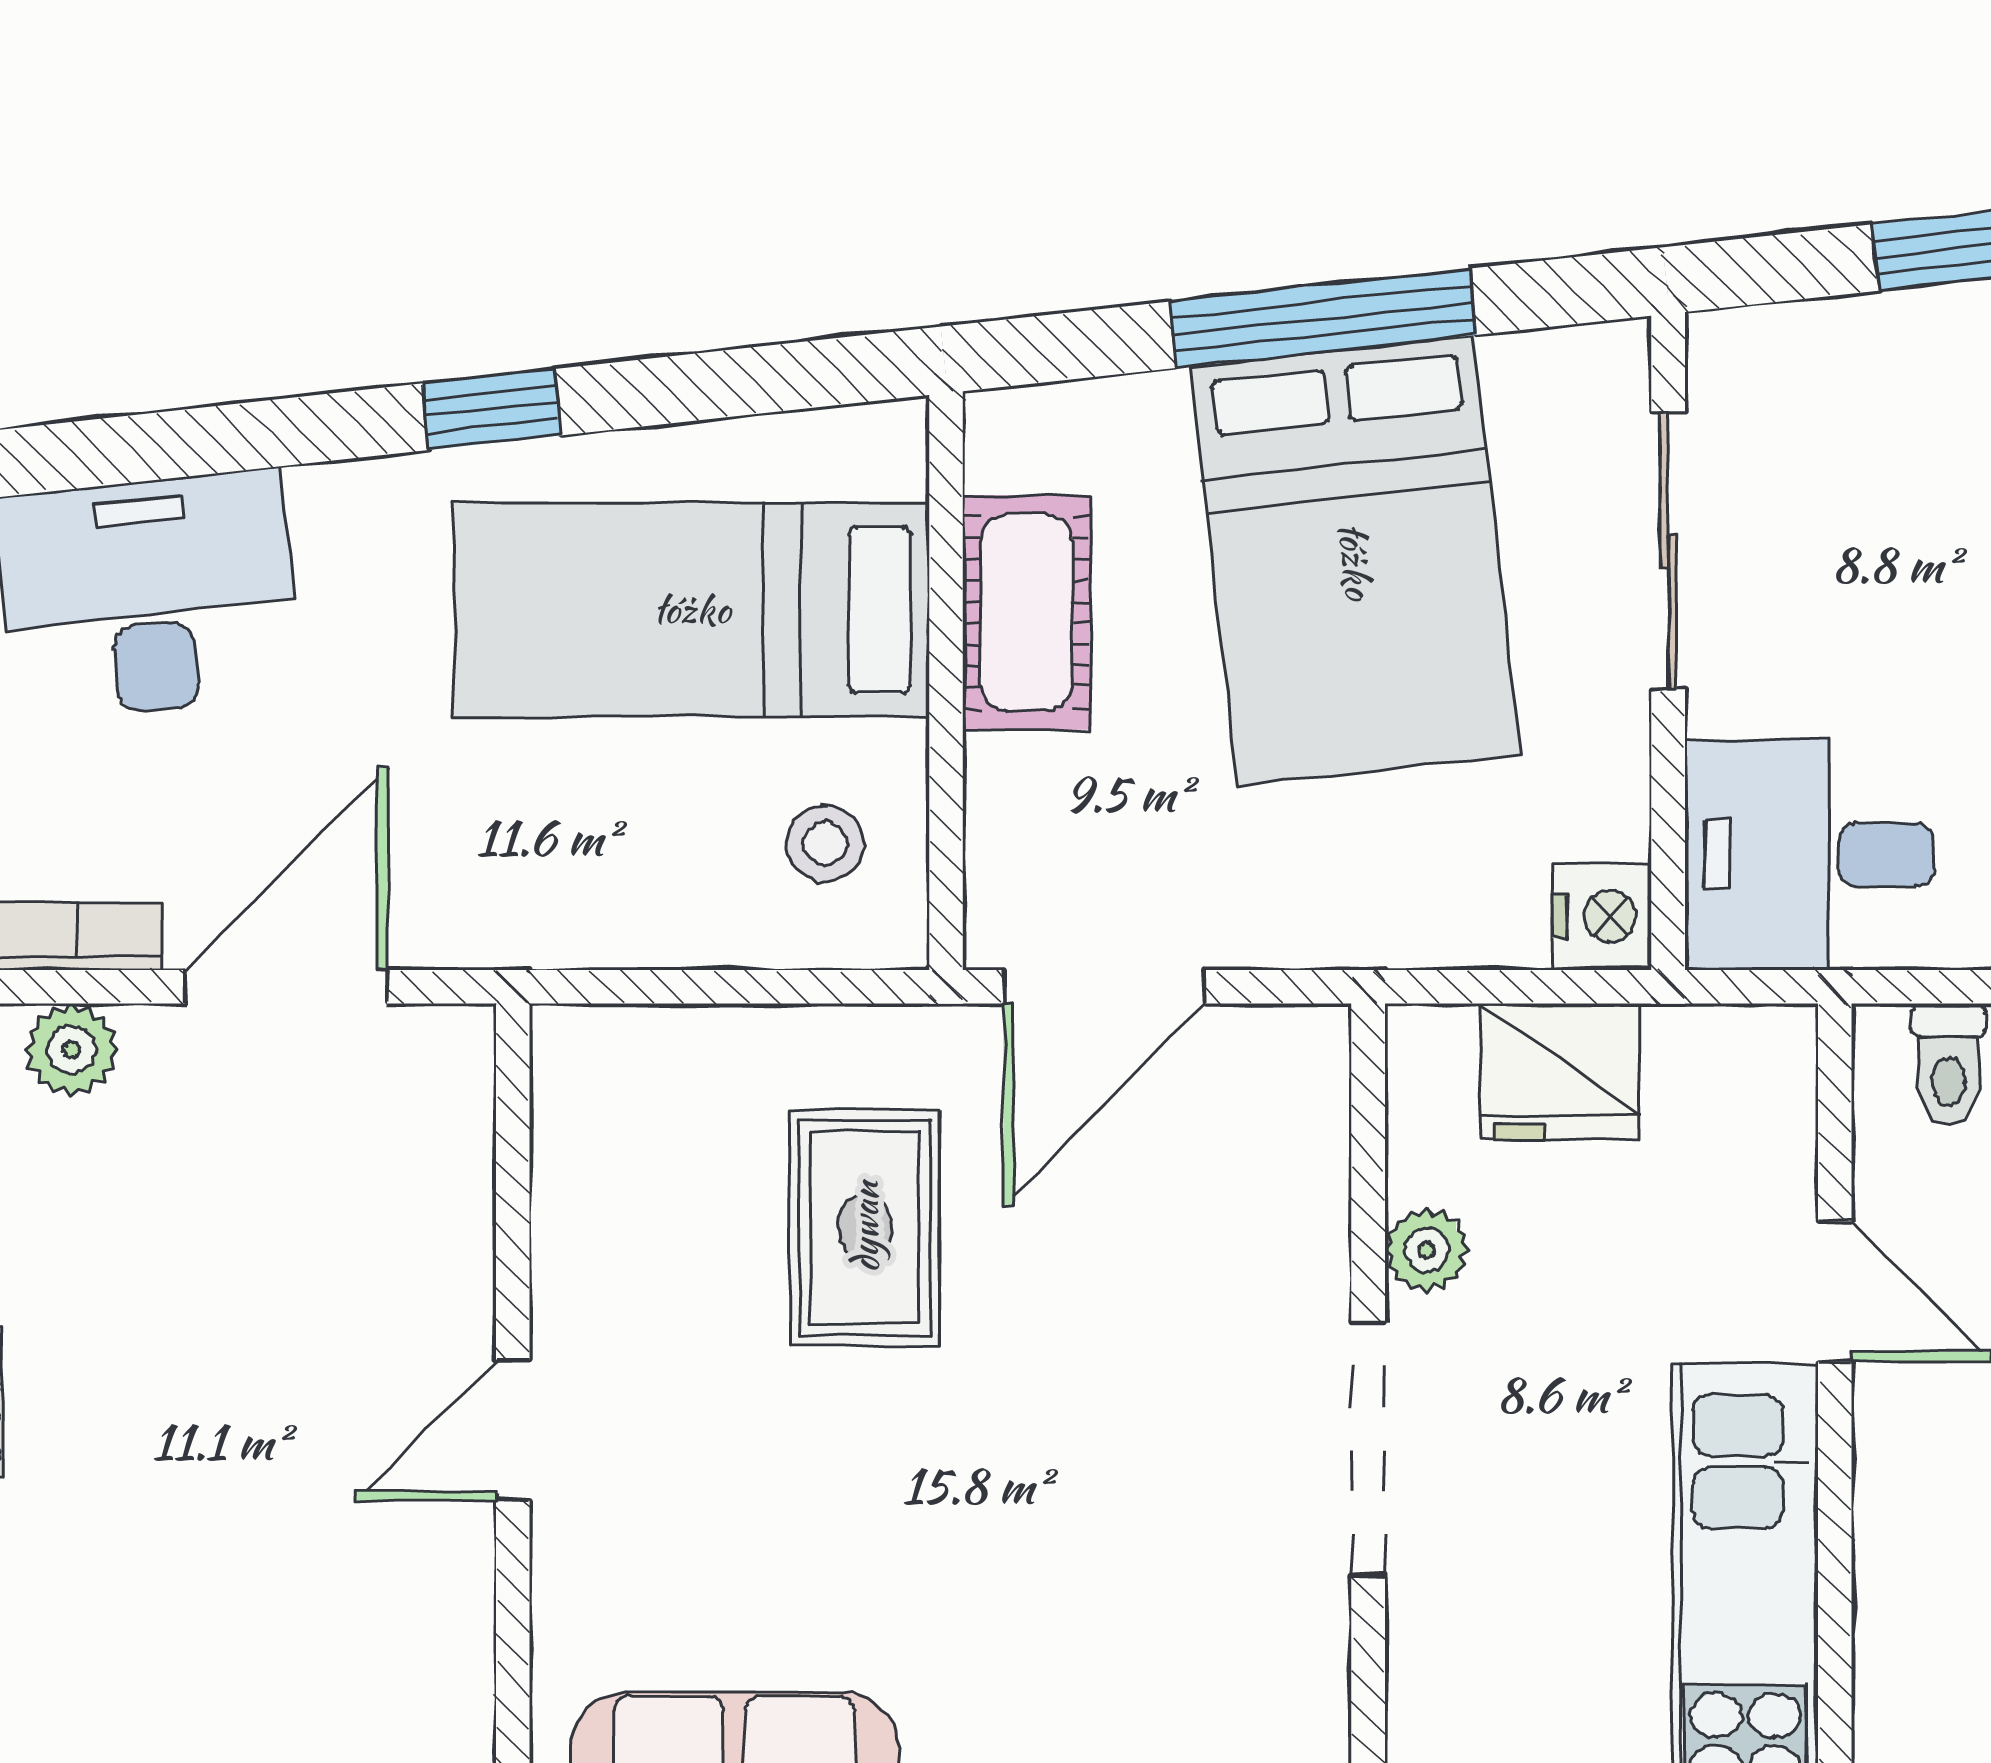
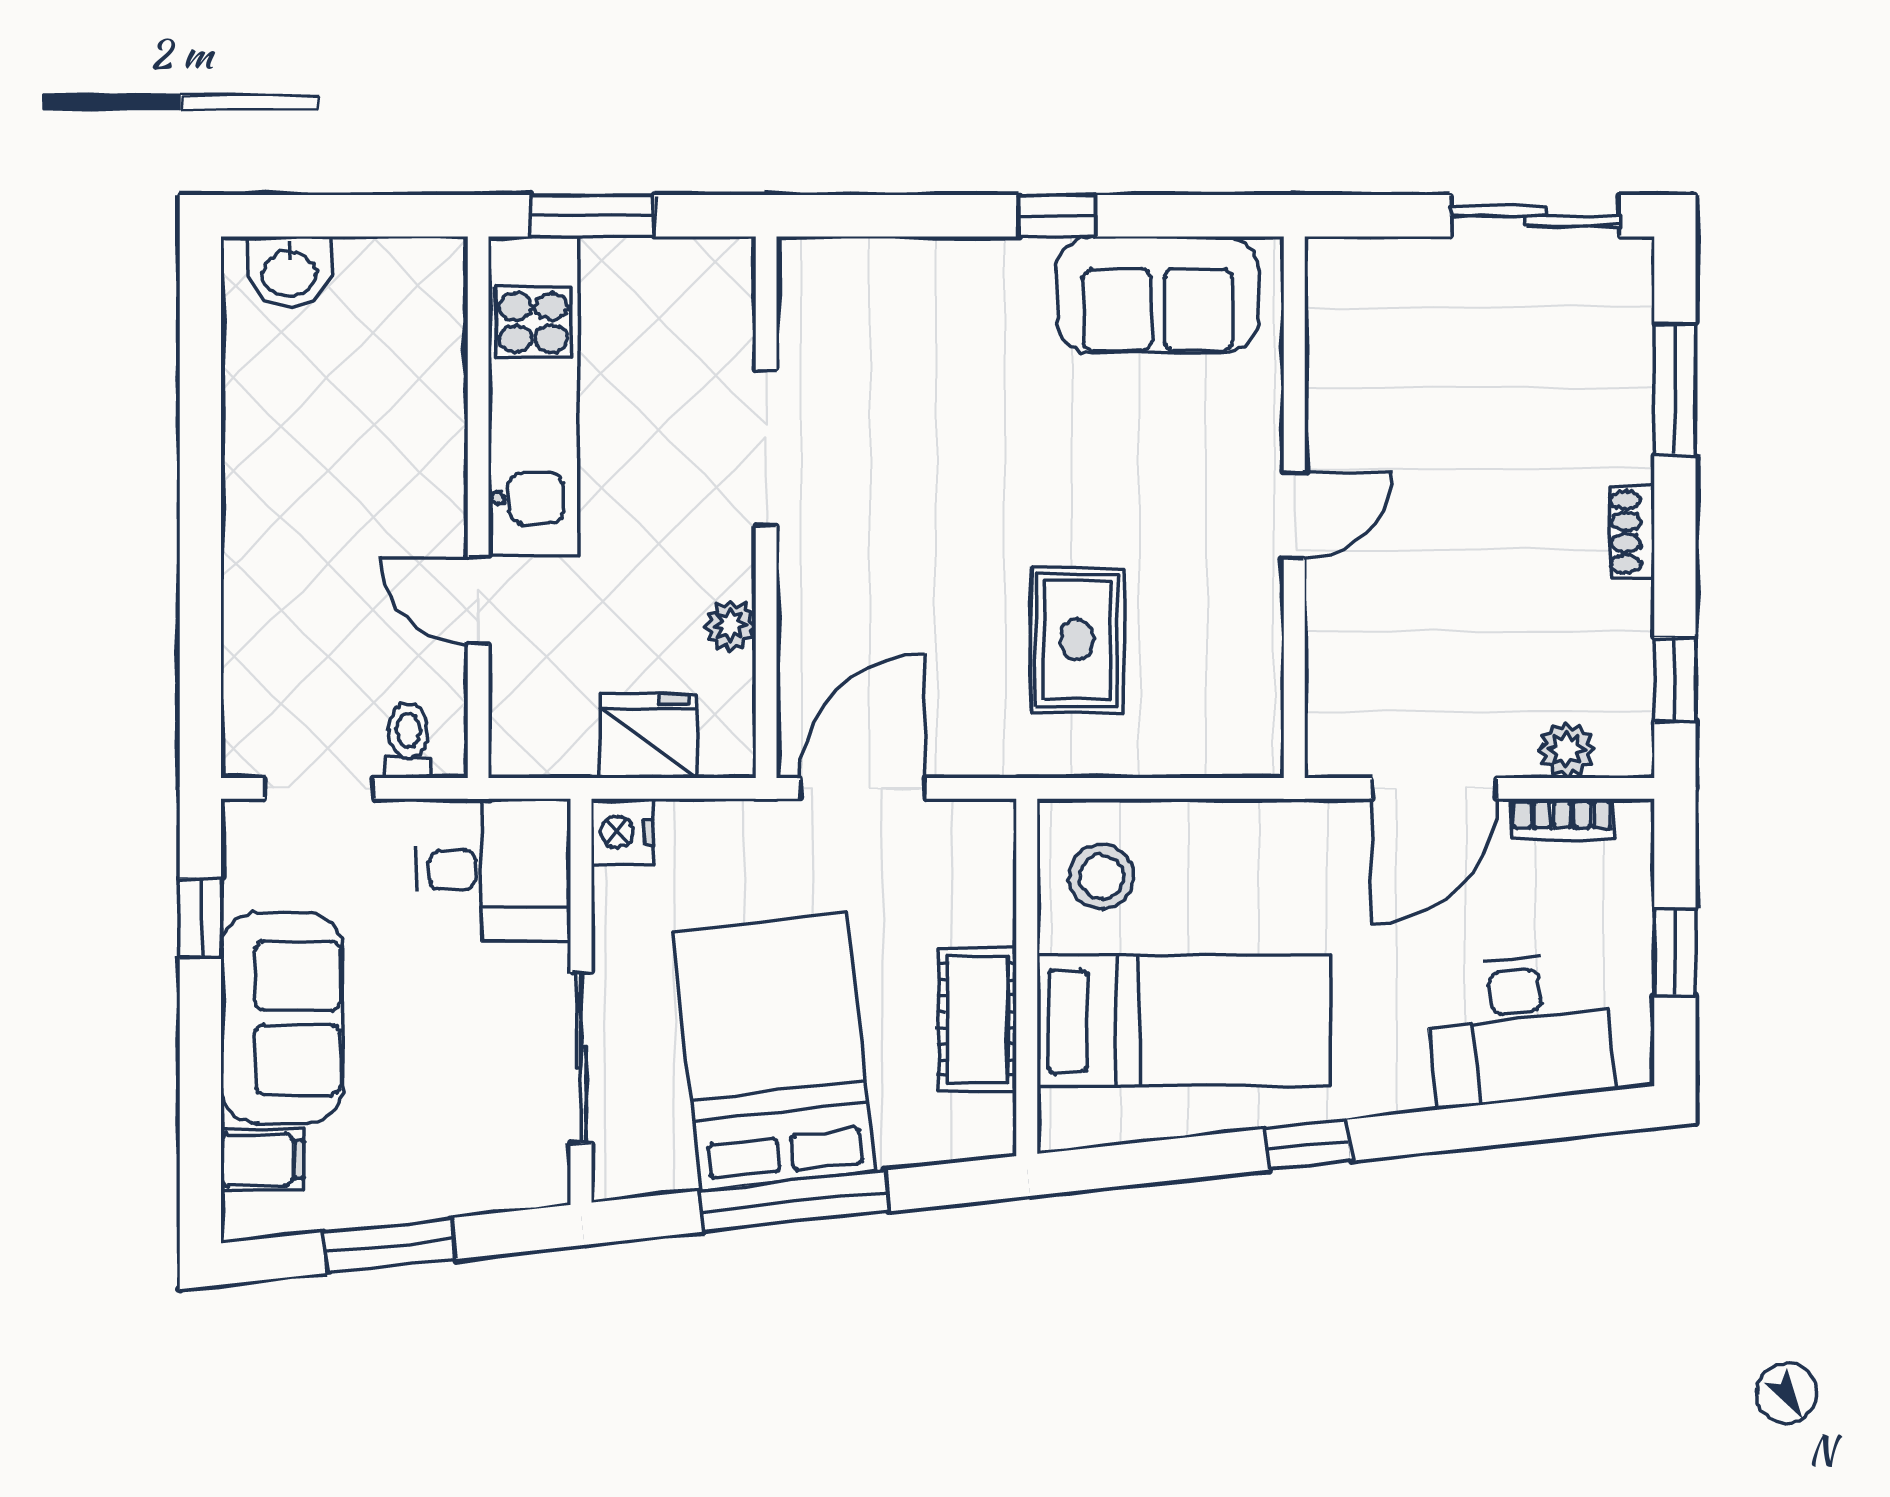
stool: (825, 844) -> (1101, 877), width x1.37, depth x1.37
door: (1104, 987) -> (863, 788), moved
doorway: (1368, 1449) -> (766, 448), moved

